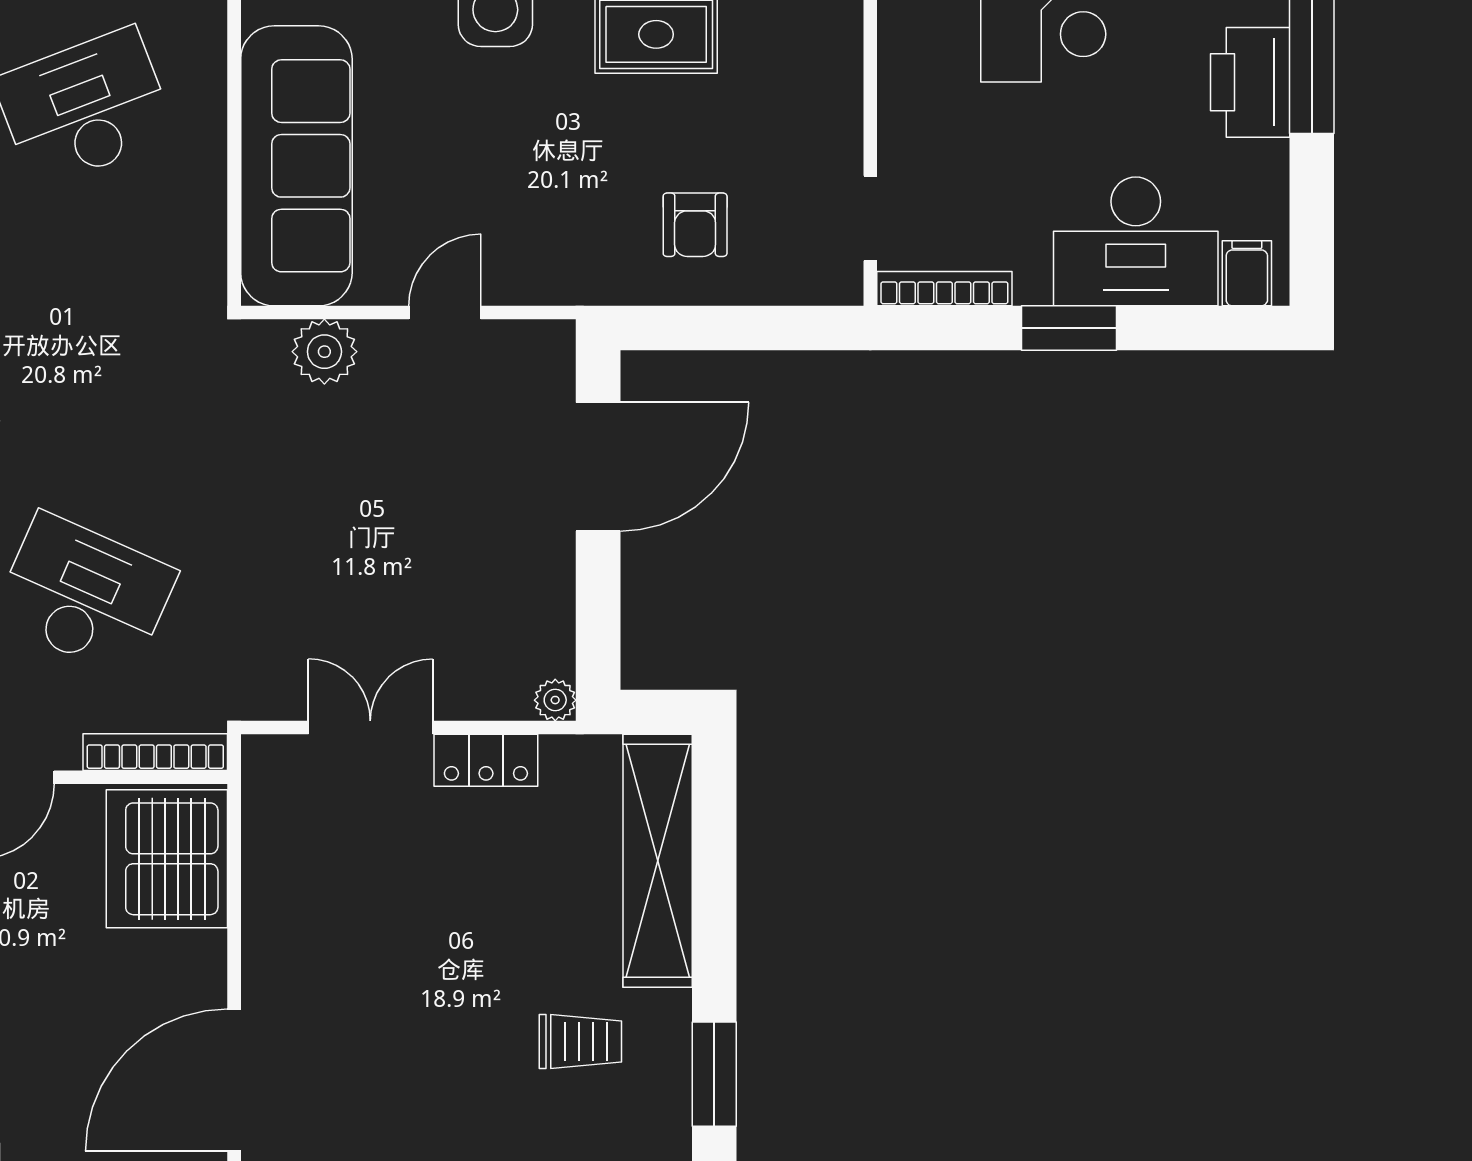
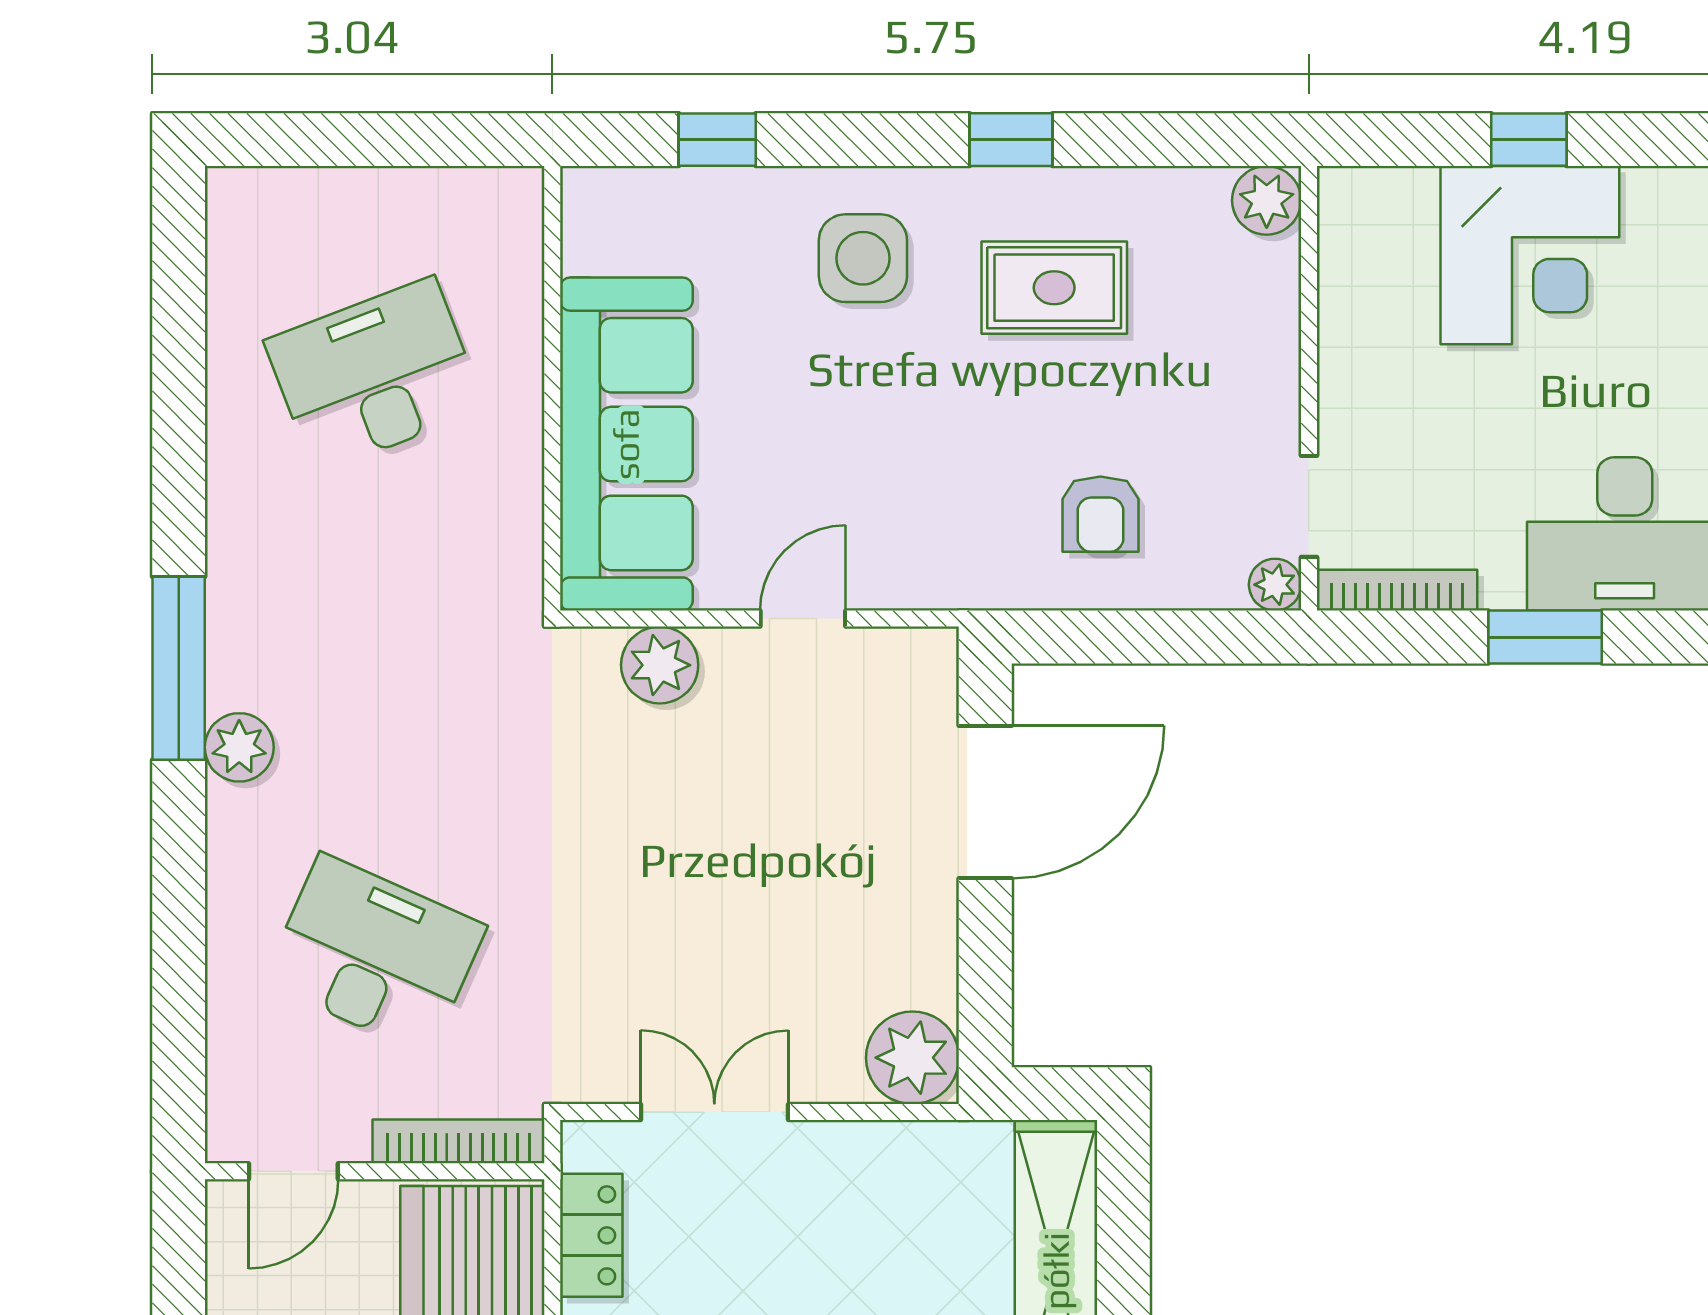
plant: (842, 284) -> (1275, 585), added
plant: (555, 700) -> (912, 1058), width x1.87, depth x1.87
locker: (486, 760) -> (591, 1235), moved, turned -90

